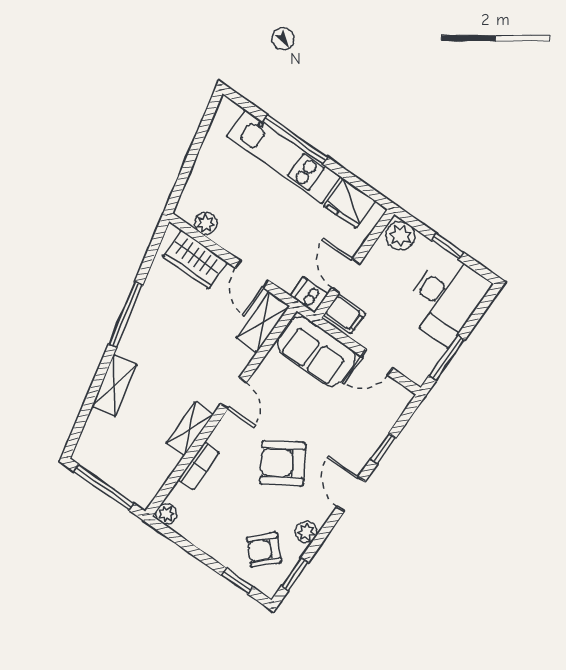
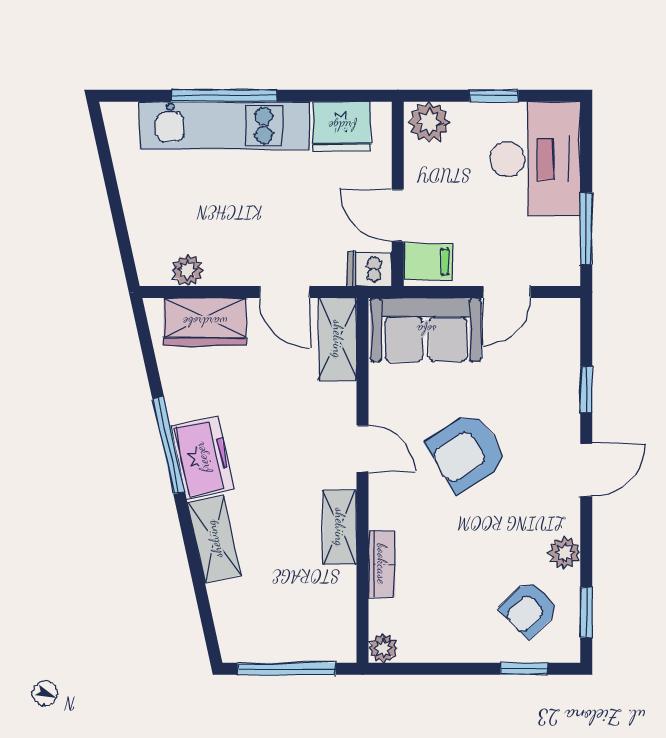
freezer: (140, 335) -> (202, 457), added
armchair: (283, 463) -> (467, 452), moved
door: (351, 494) -> (586, 470), swing flipped

